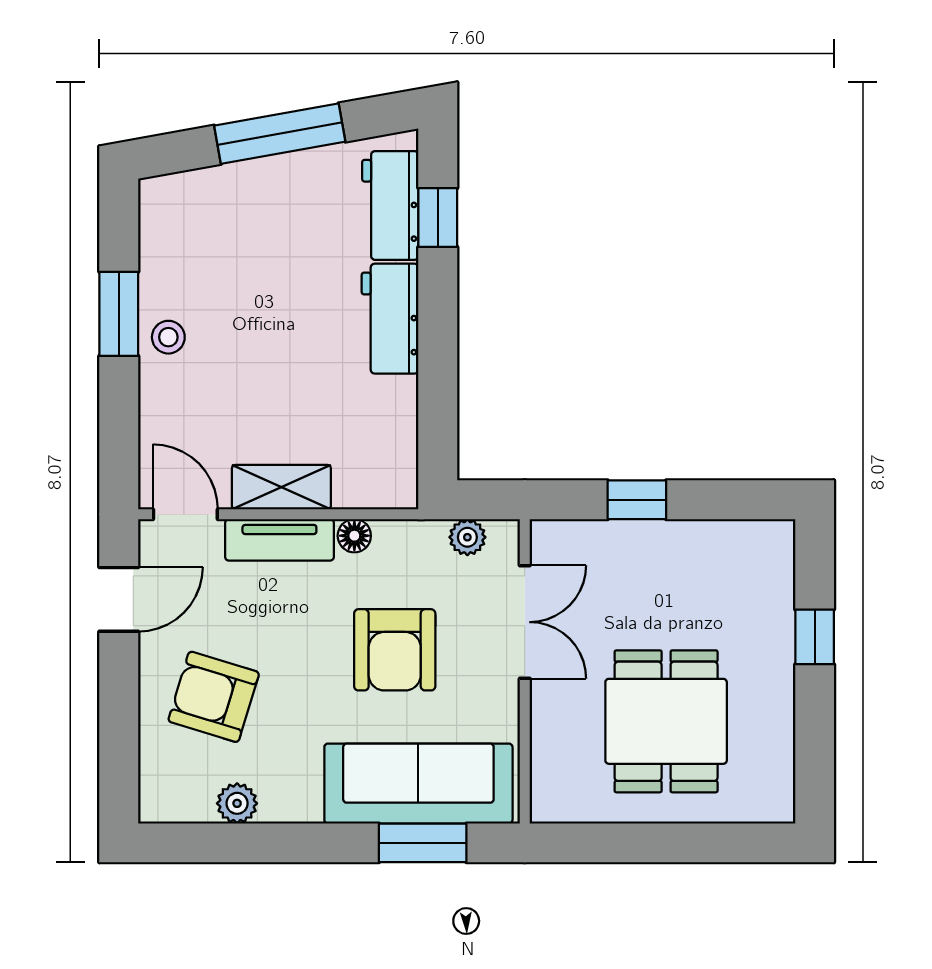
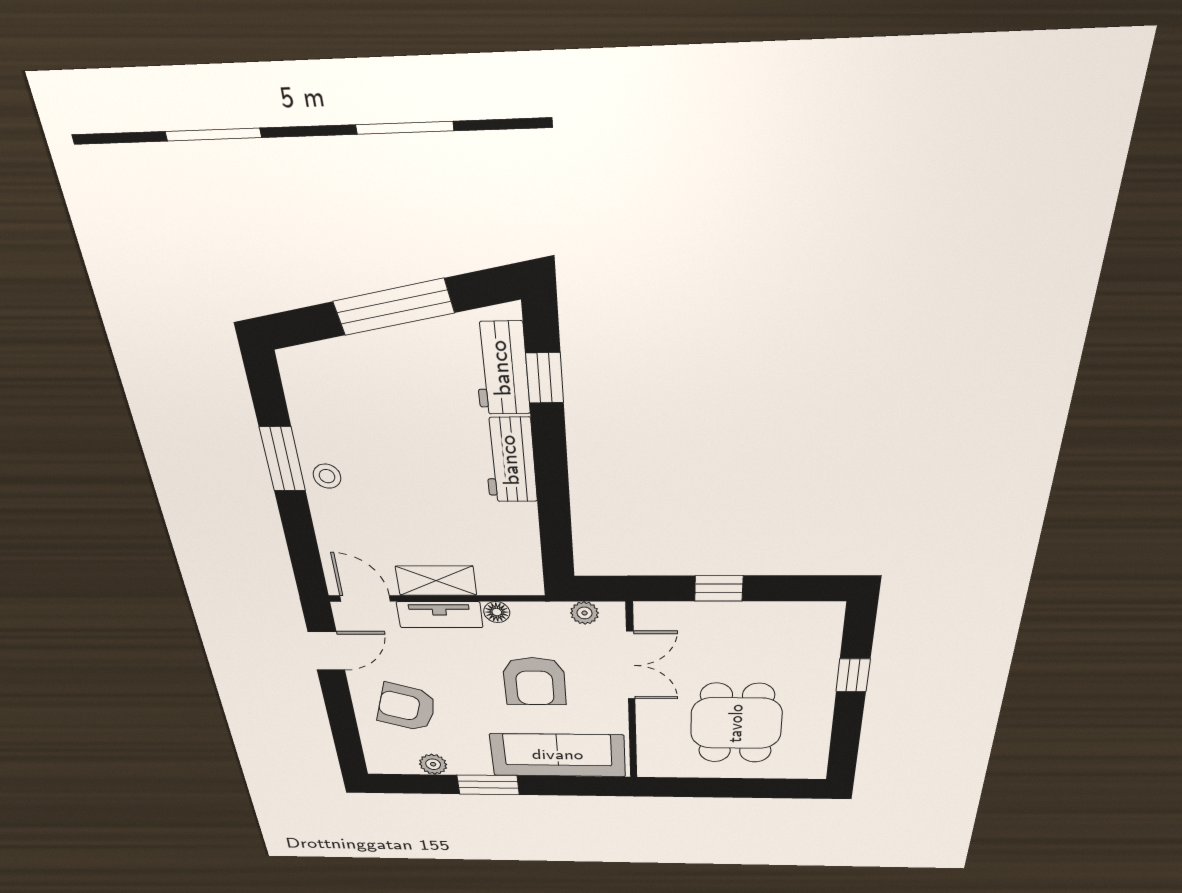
window: (423, 843) -> (488, 785), moved

